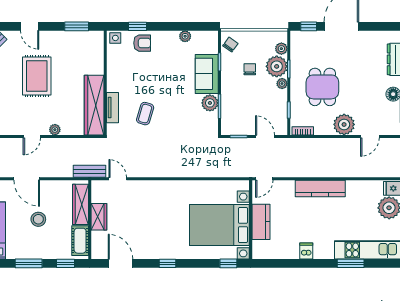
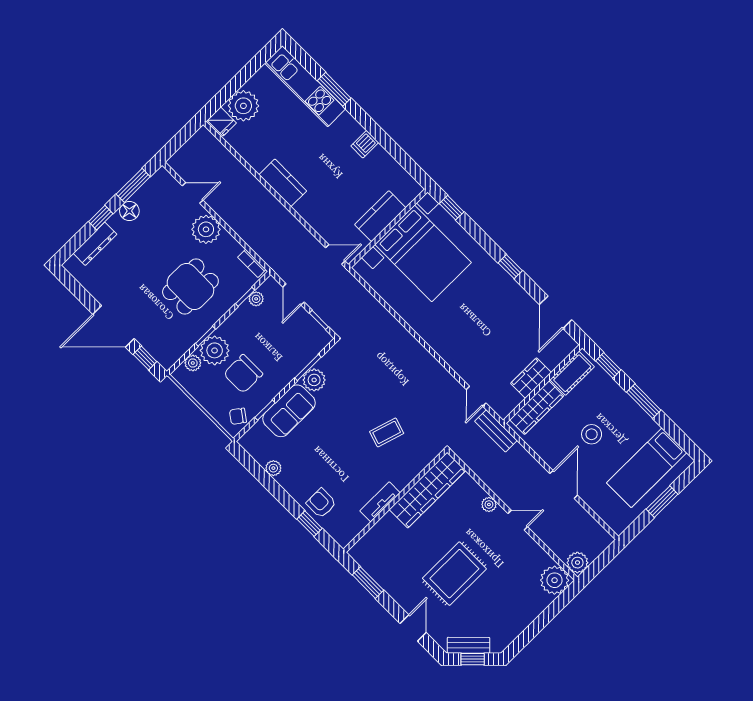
side table: (115, 38) -> (342, 534), removed
chair: (250, 69) -> (243, 374), width x1.87, depth x1.87
plant: (282, 84) -> (256, 299), moved
tv unit: (112, 108) -> (380, 502), moved
kitchen counter: (320, 188) -> (283, 183), width x0.67

